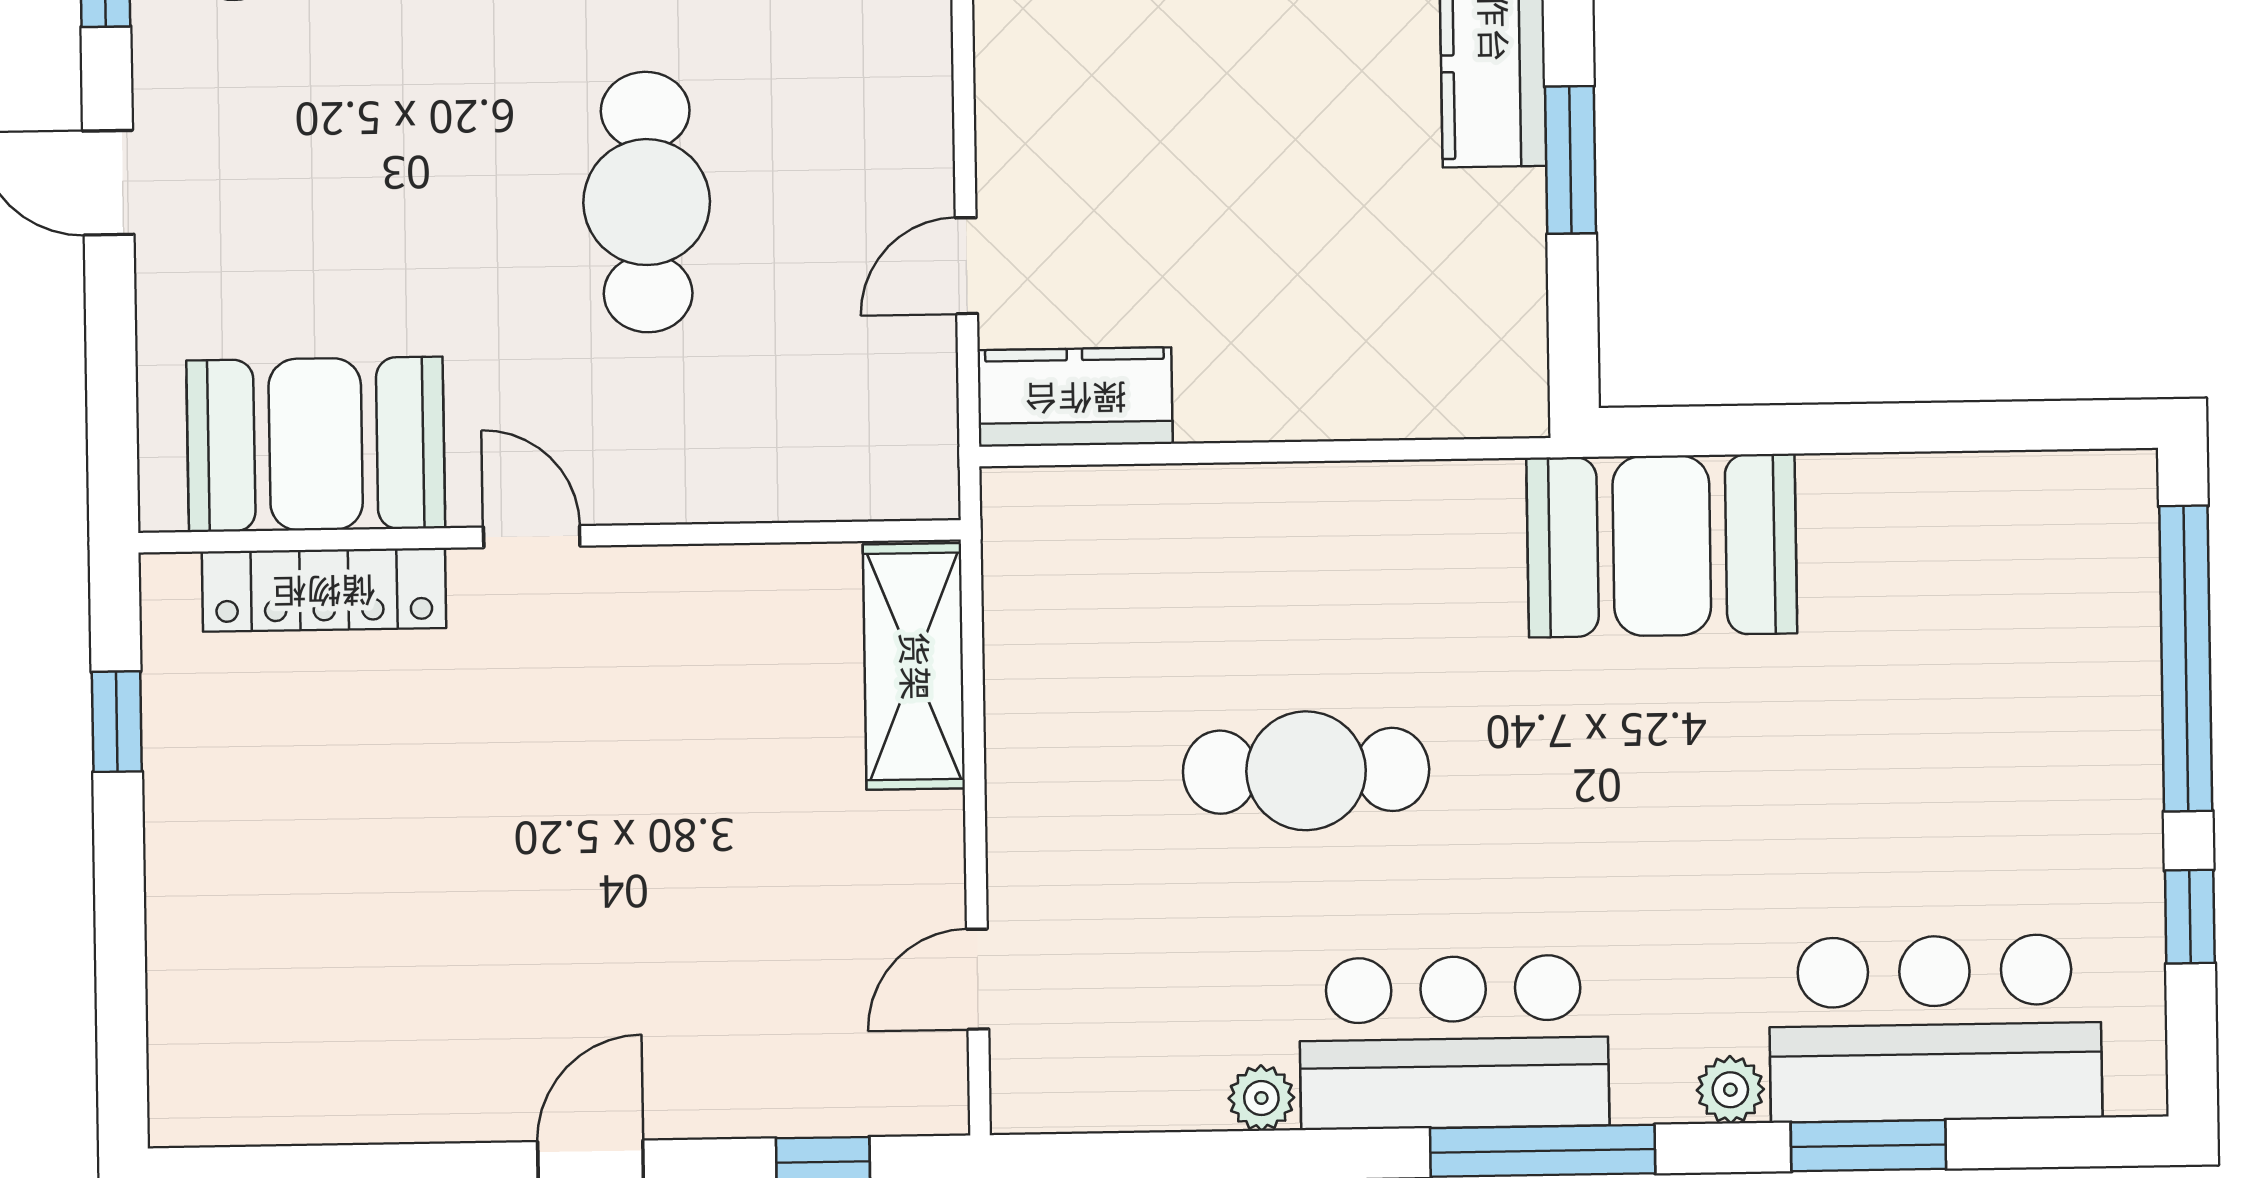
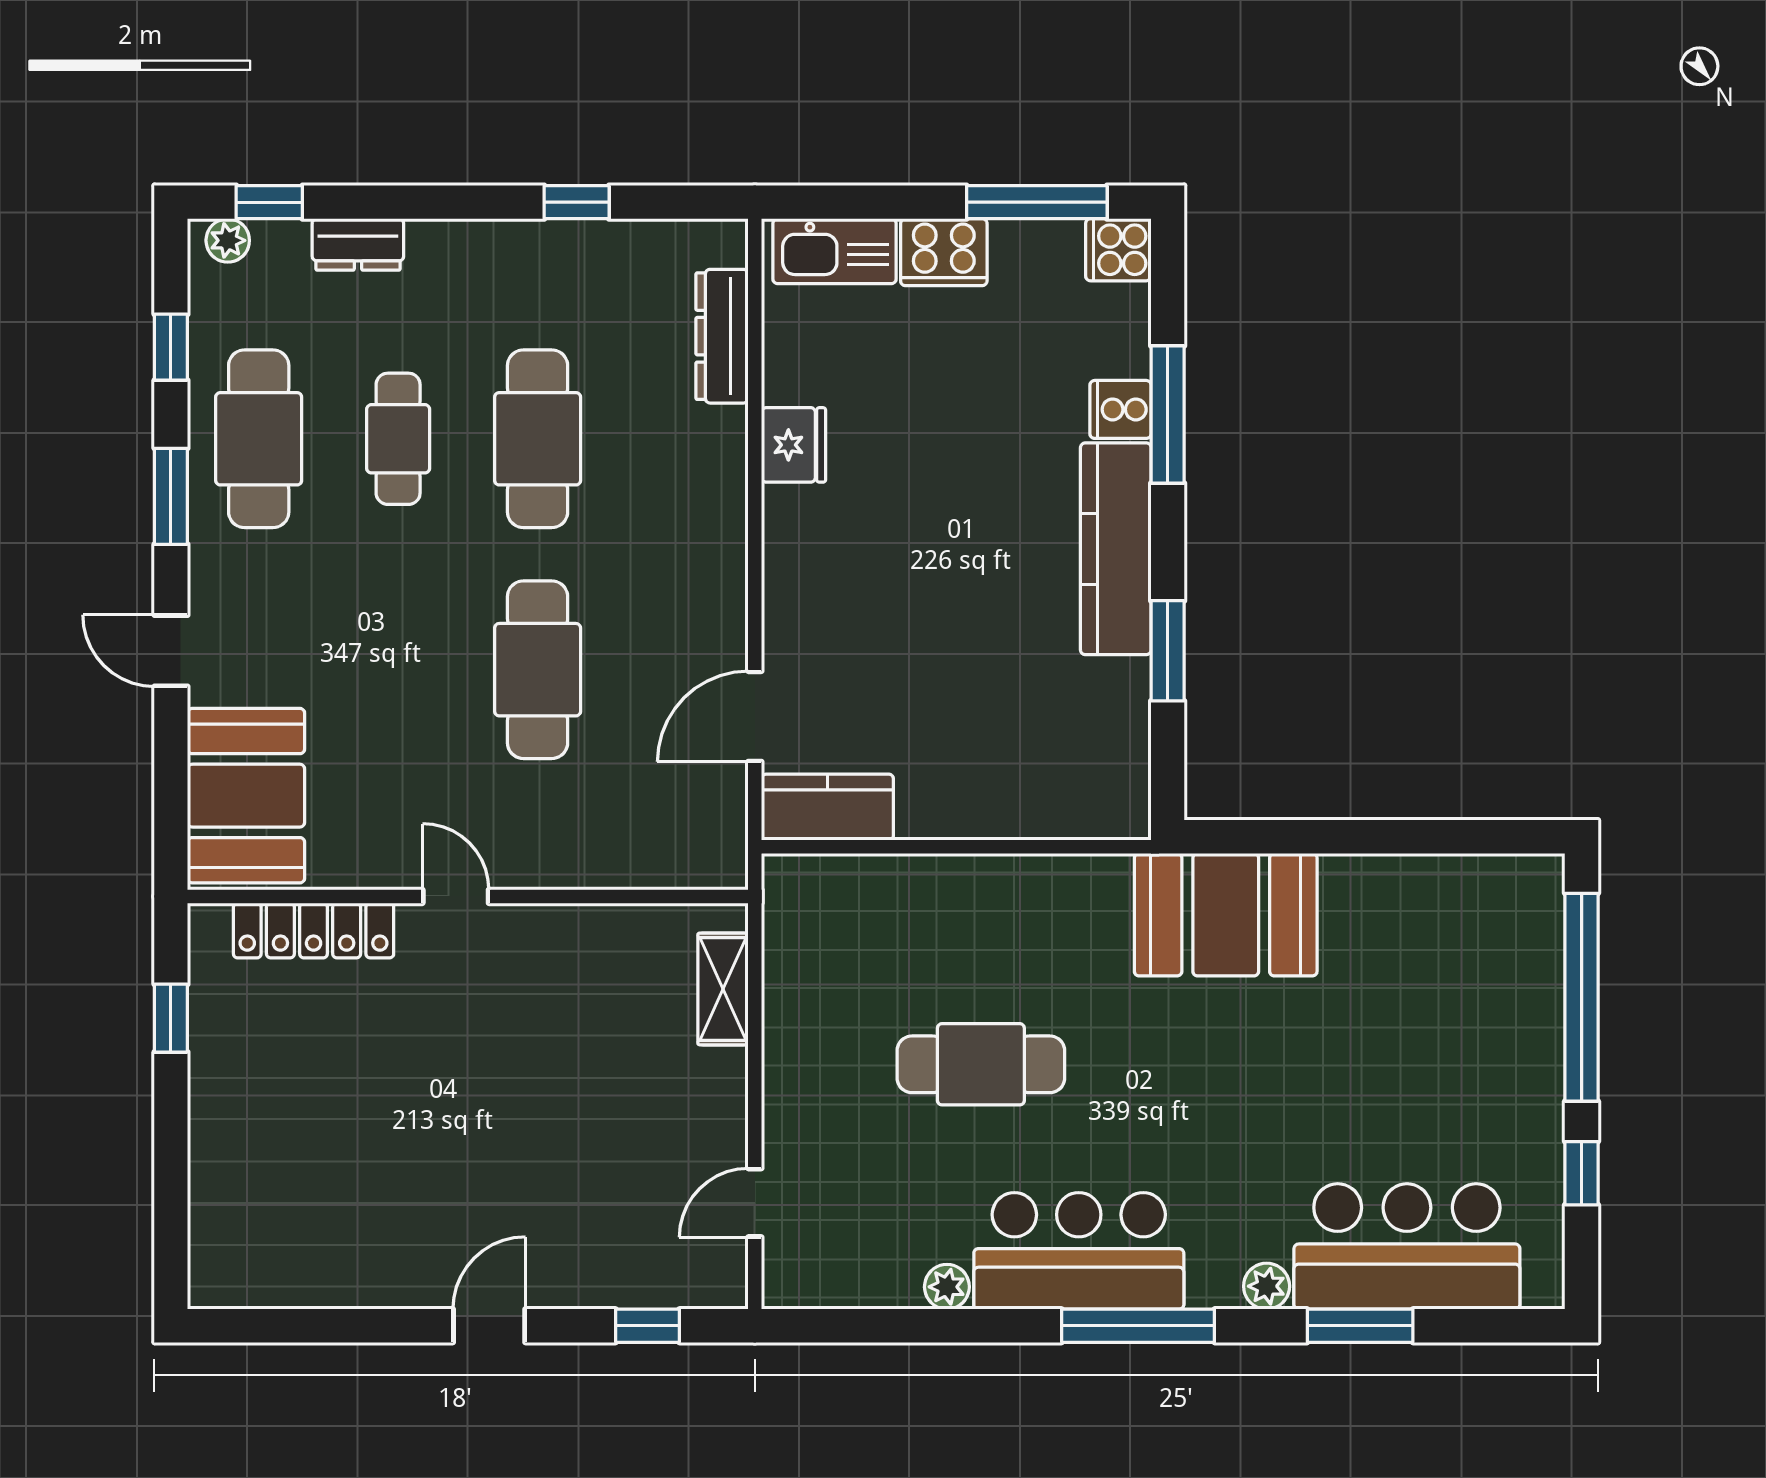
door: (966, 266) -> (755, 716), width x1.38
booth: (316, 444) -> (246, 796), moved, turned 90
shelving: (914, 666) -> (723, 989), width x0.67, depth x0.75

